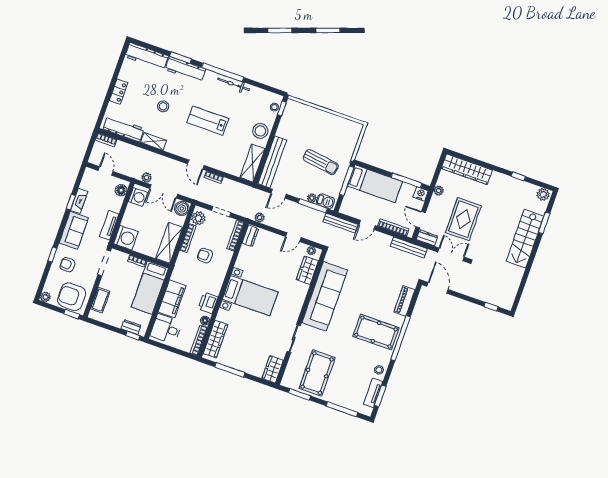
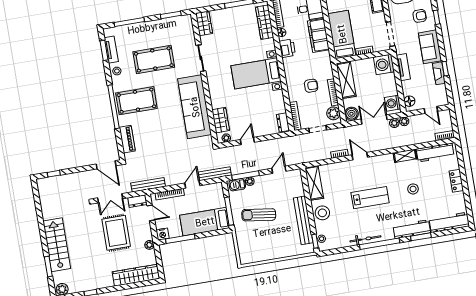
bench: (272, 162) -> (303, 220), moved
plant: (260, 217) -> (404, 121), moved
pool table: (317, 373) -> (154, 59), moved, turned 90

